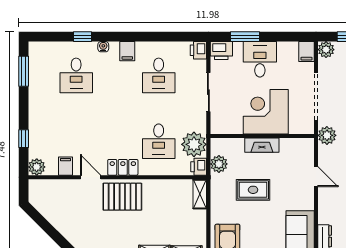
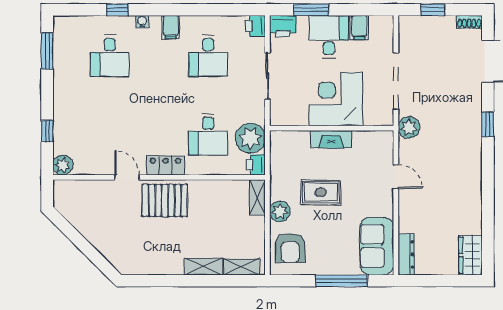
plant: (326, 50) -> (408, 25), removed
filing cabinet: (306, 52) -> (359, 27), moved
plant: (219, 164) -> (280, 211), moved
filing cabinet: (66, 166) -> (97, 164), removed

